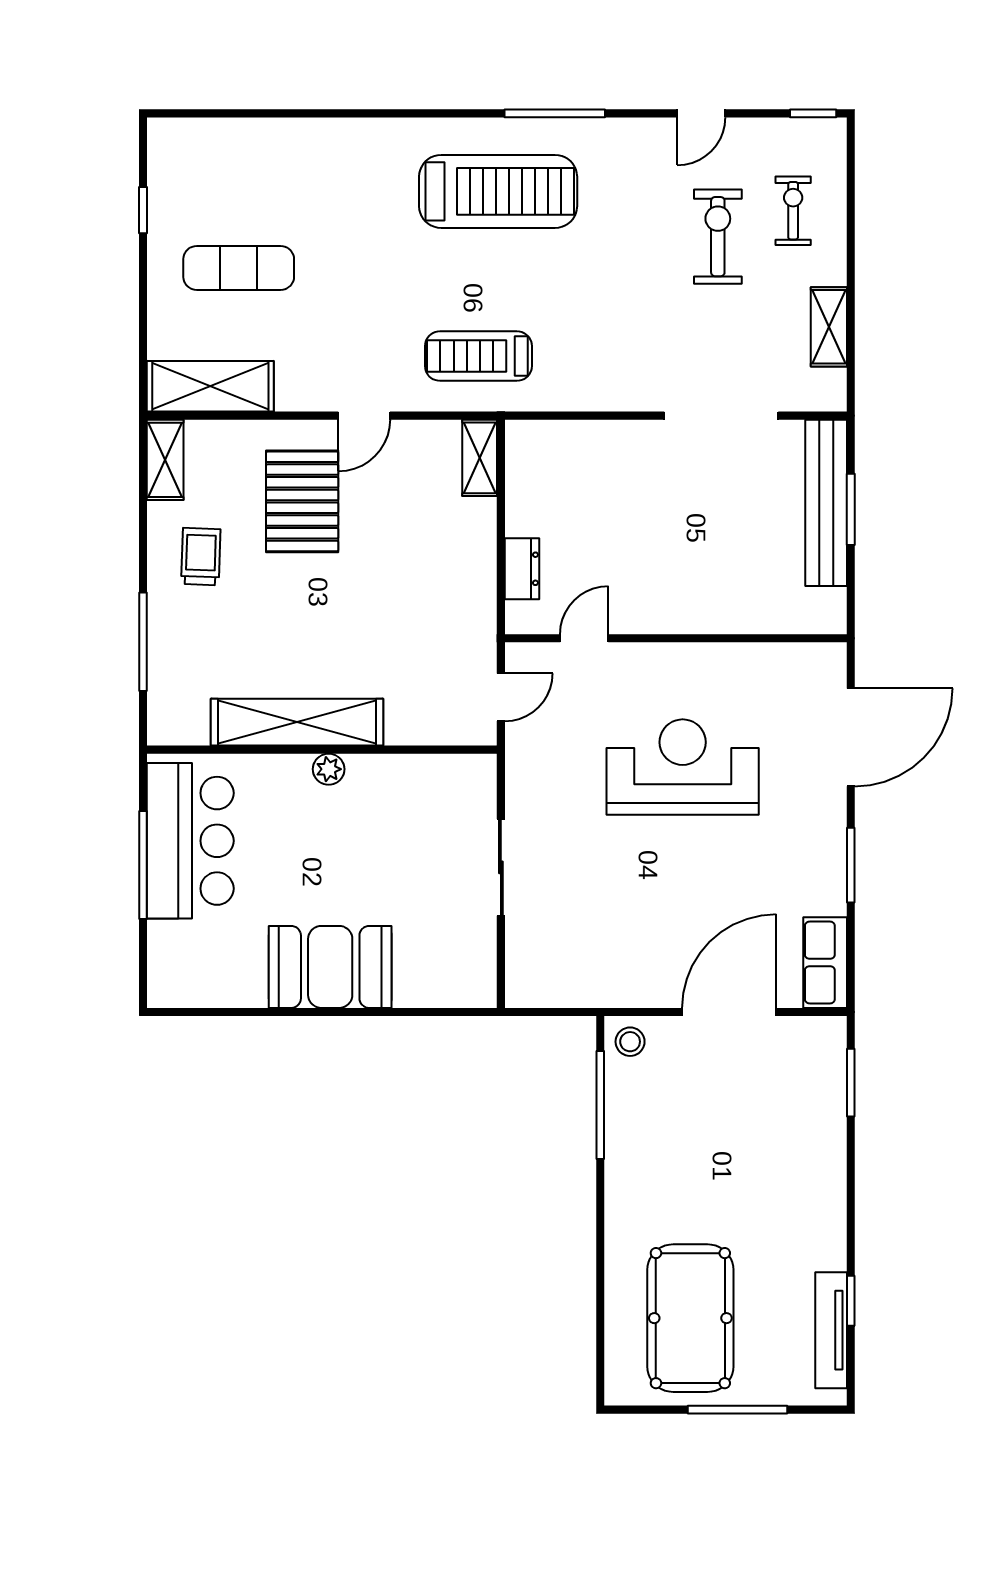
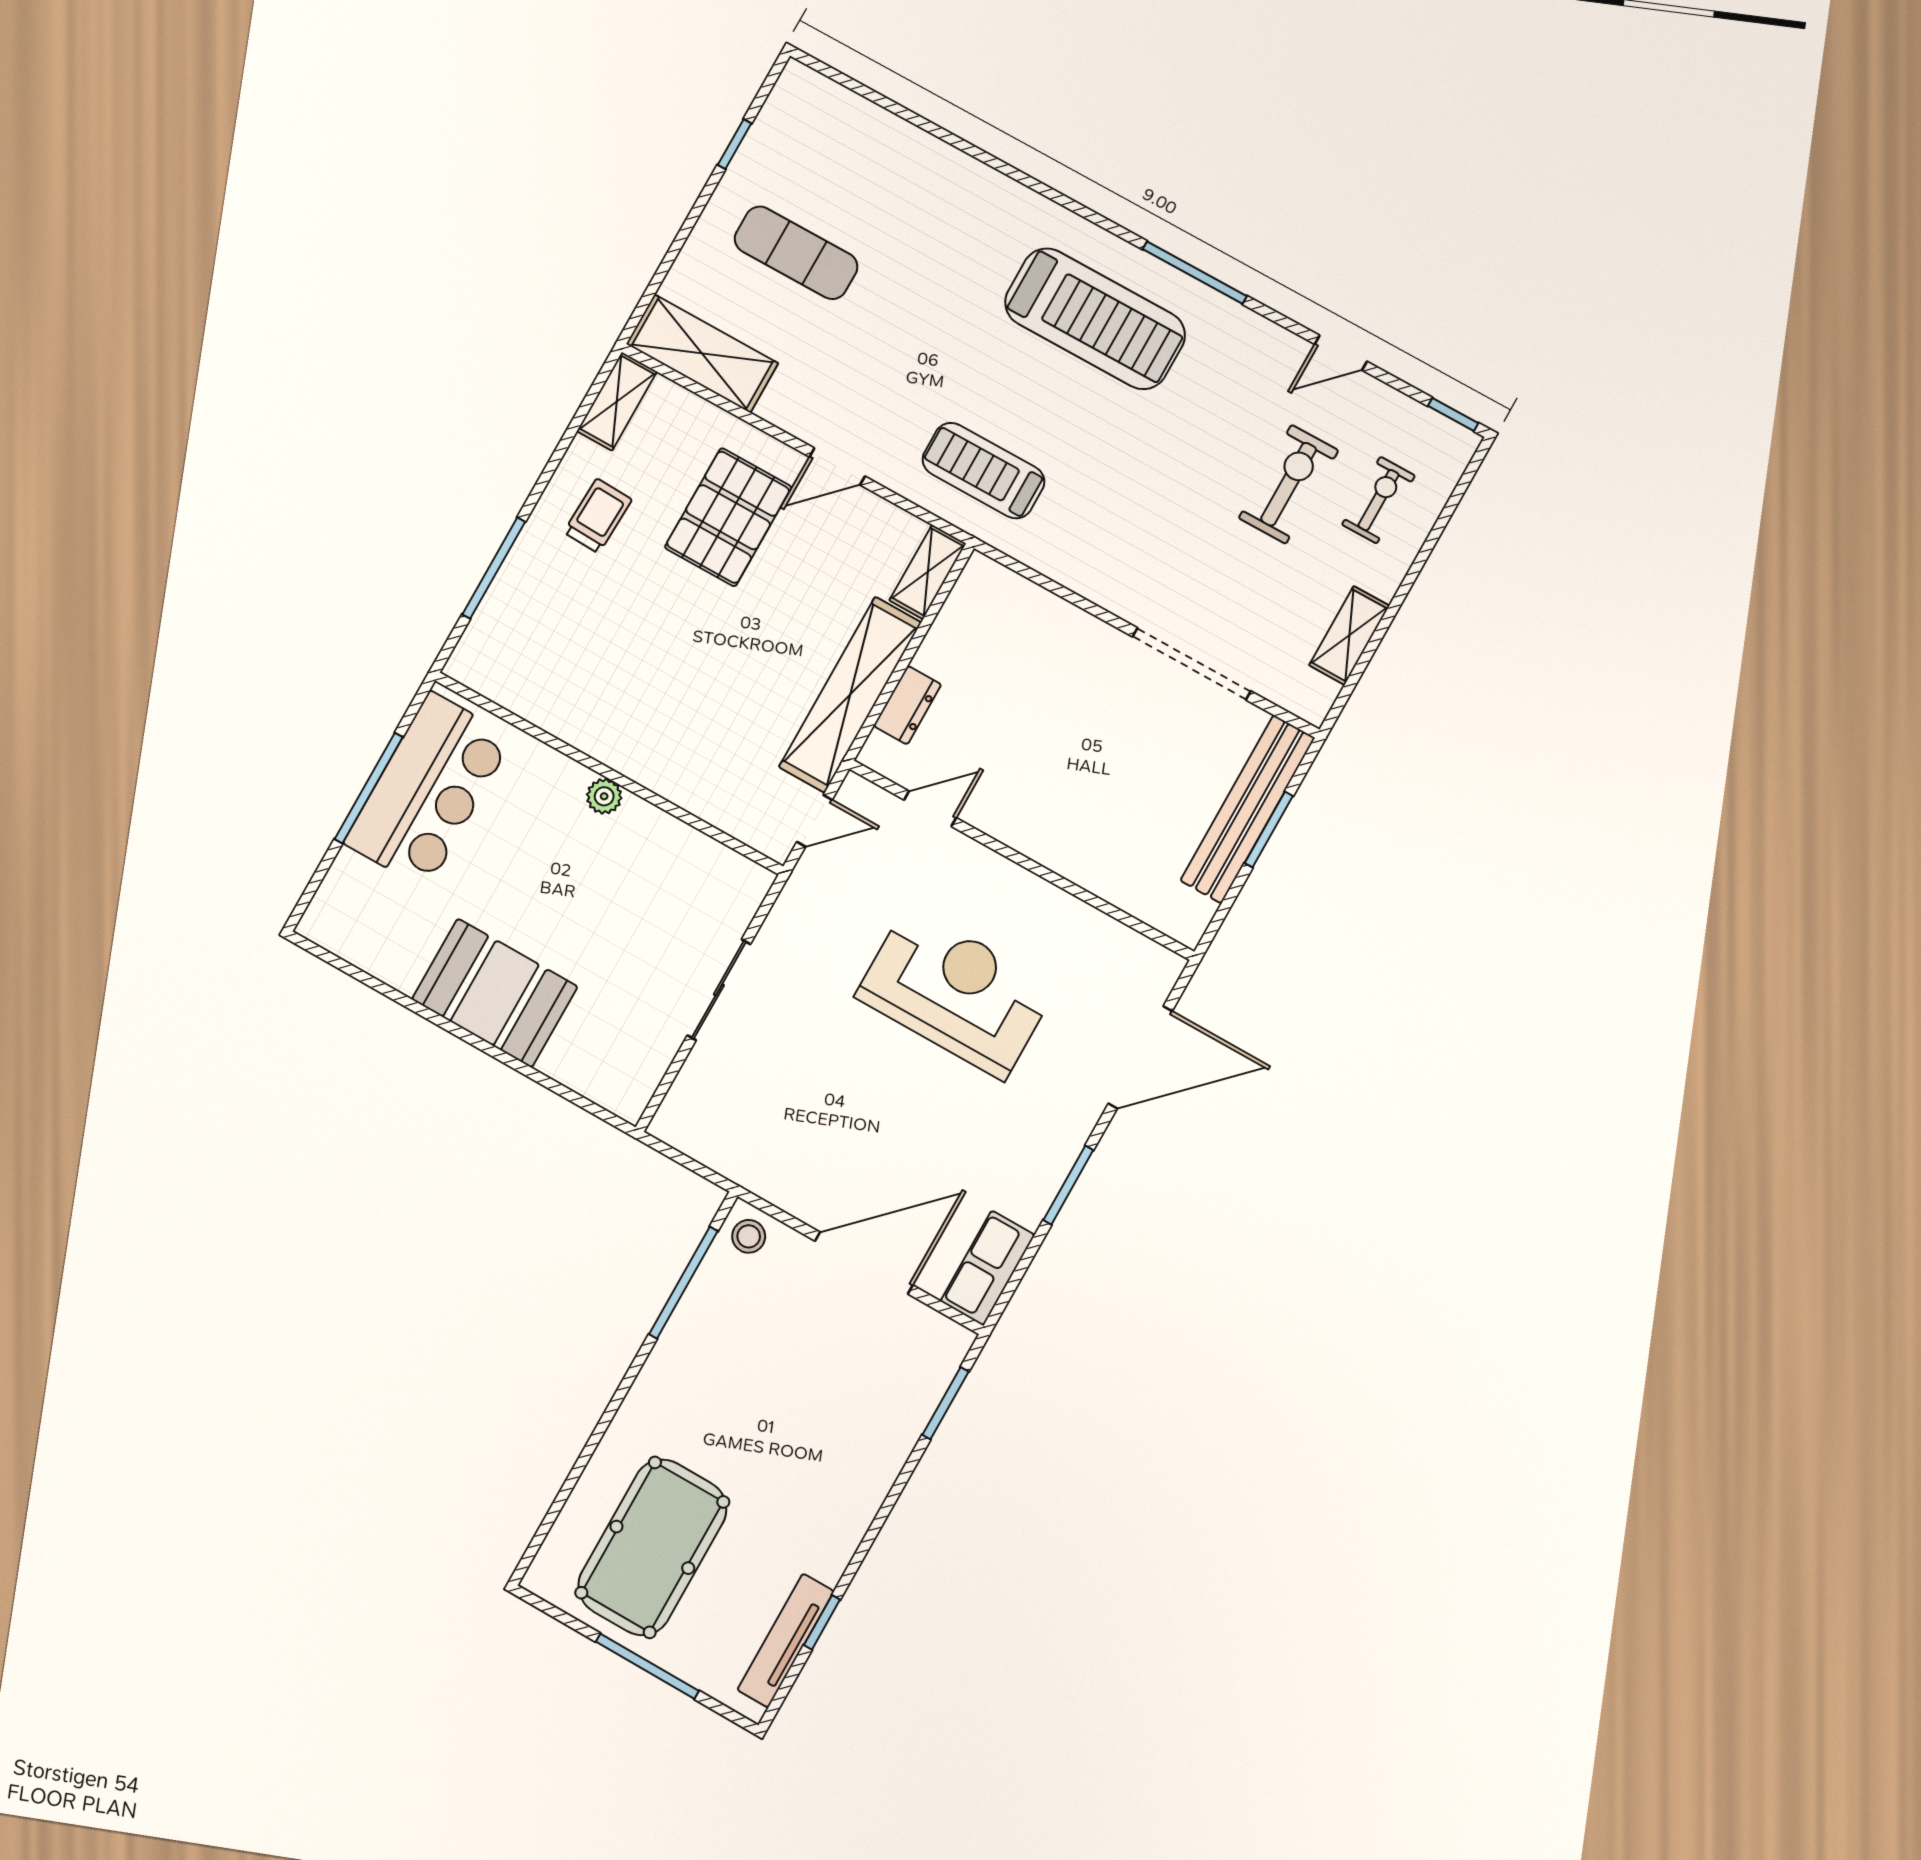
shelving: (297, 722) -> (850, 695), moved, turned 90

